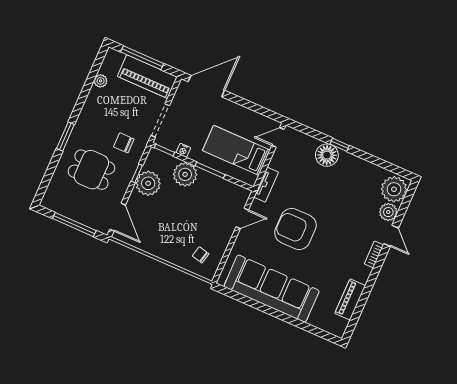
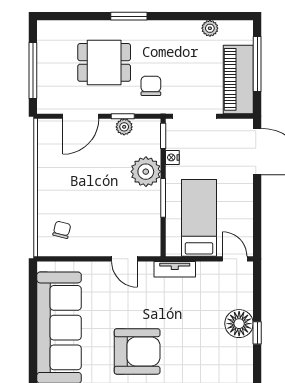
dining table: (91, 170) -> (104, 62), turned 90
plant: (148, 183) -> (124, 127), width x0.53, depth x0.53
door: (118, 217) -> (81, 116), moved
armchair: (295, 229) -> (137, 351), moved, turned 90

